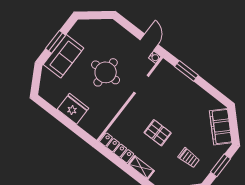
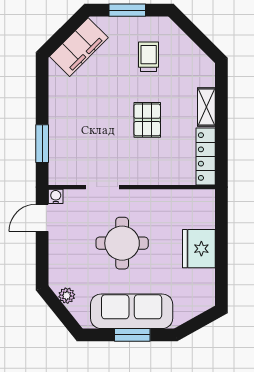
plant: (101, 24) -> (67, 296), added
sofa: (63, 56) -> (132, 311), width x1.36

